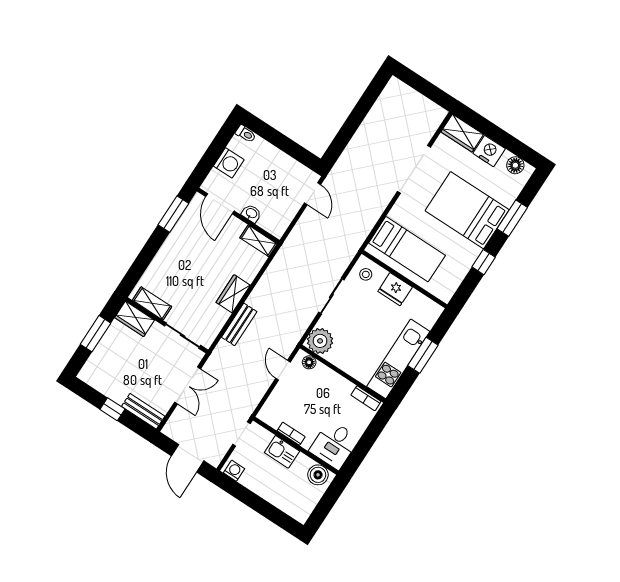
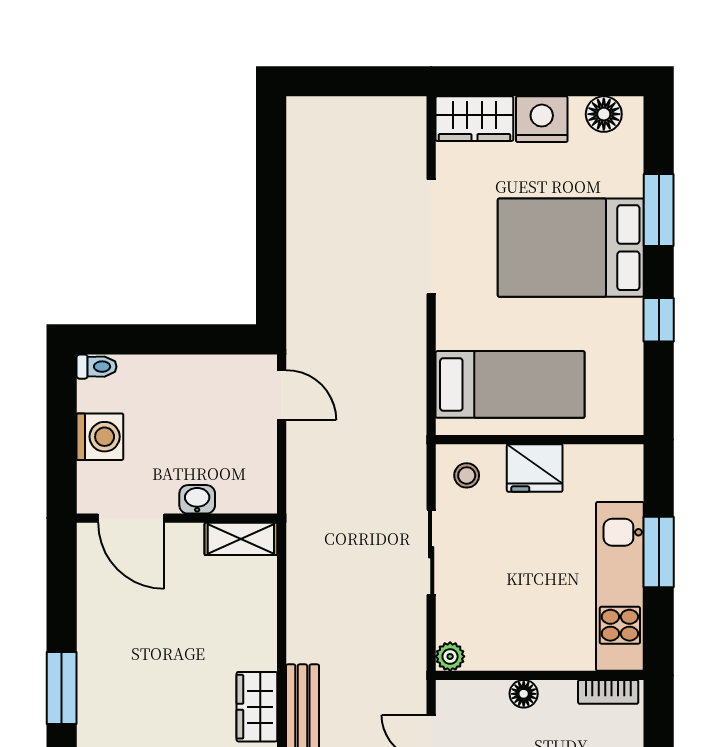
window: (173, 214) -> (62, 688), moved
wardrobe: (233, 294) -> (257, 707), moved
plant: (320, 341) -> (450, 656), width x0.53, depth x0.53
floor lamp: (309, 362) -> (524, 694), moved

